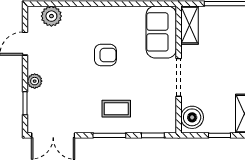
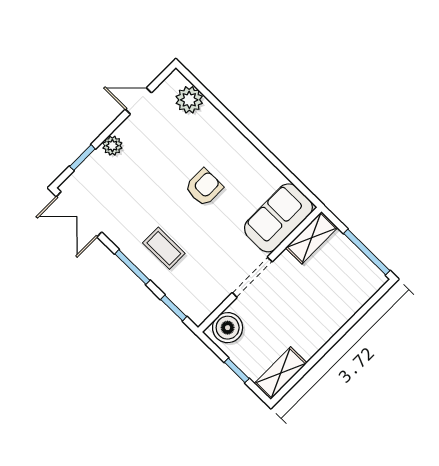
armchair: (105, 55) -> (204, 187), turned -90

